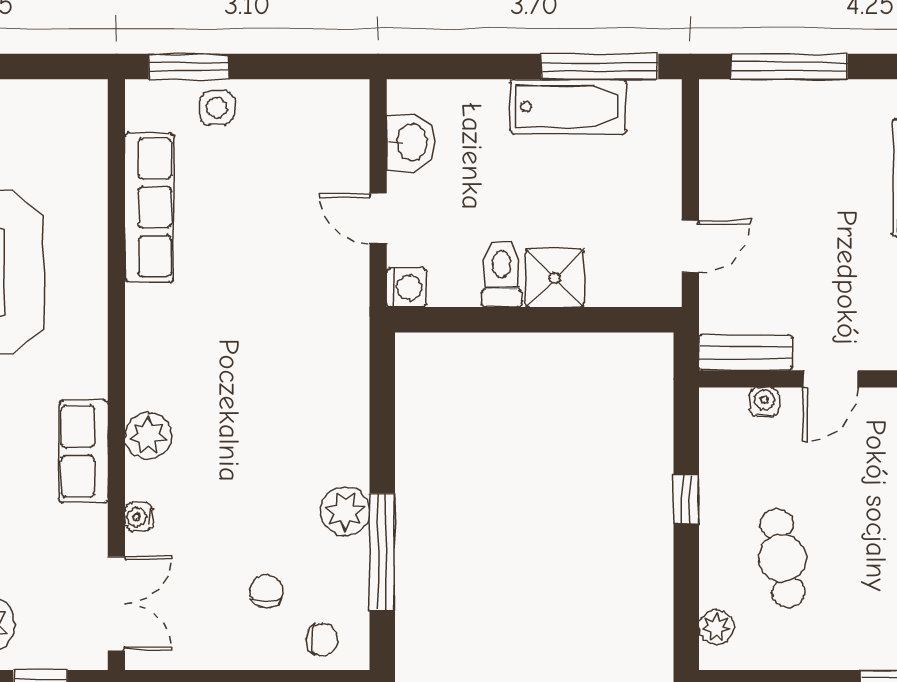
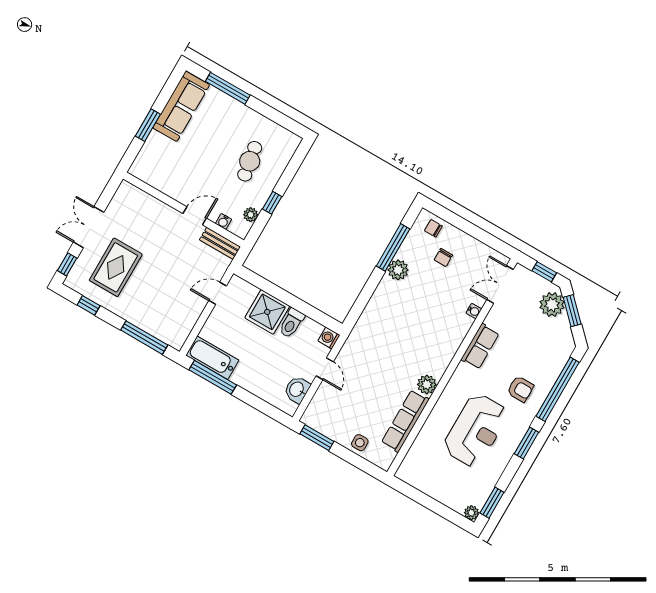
window: (189, 67) -> (317, 438), moved
bathtub: (568, 107) -> (212, 358), moved
shower: (555, 278) -> (267, 312), width x1.36, depth x1.36
plant: (148, 436) -> (427, 384), moved
plant: (716, 627) -> (251, 215), moved

